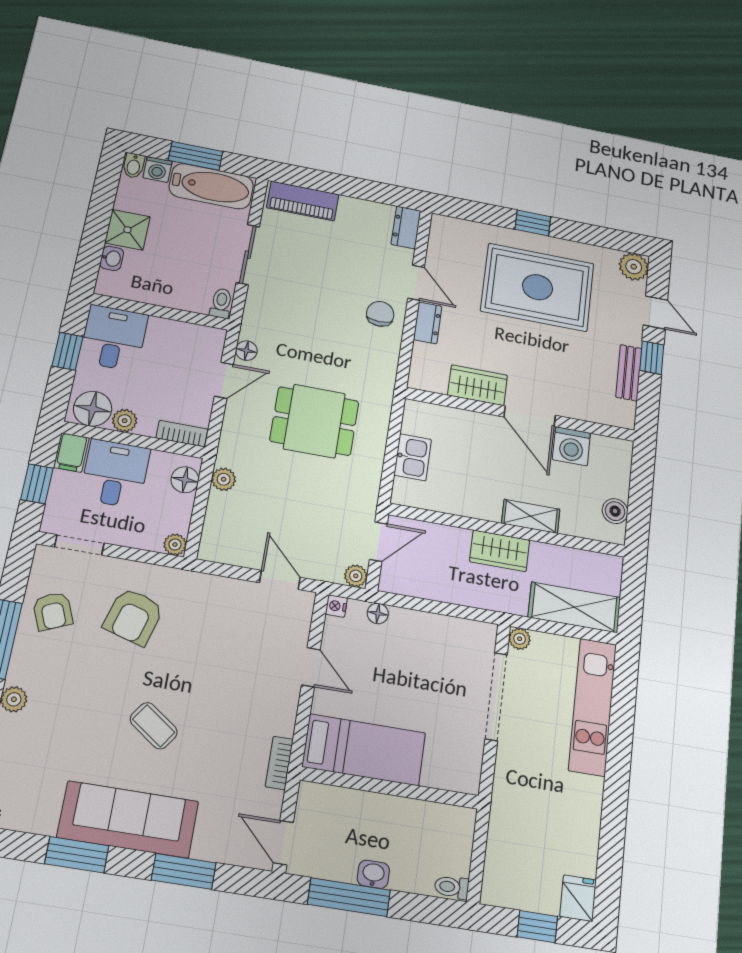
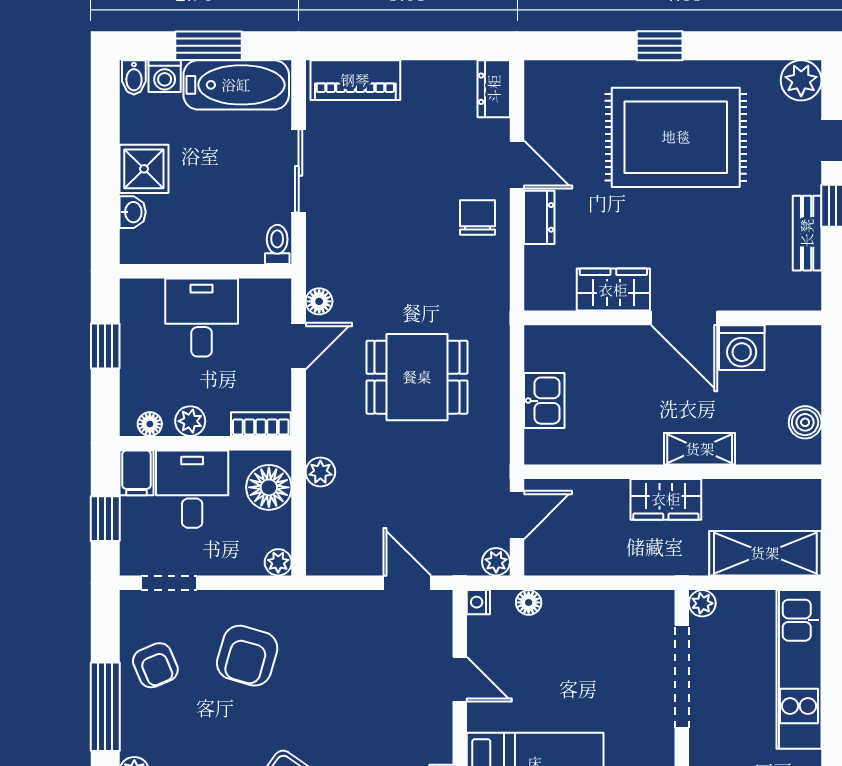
desk: (113, 338) -> (202, 318), moved
floor lamp: (93, 409) -> (150, 424), width x0.53, depth x0.53
floor lamp: (185, 480) -> (269, 487), width x1.38, depth x1.38

